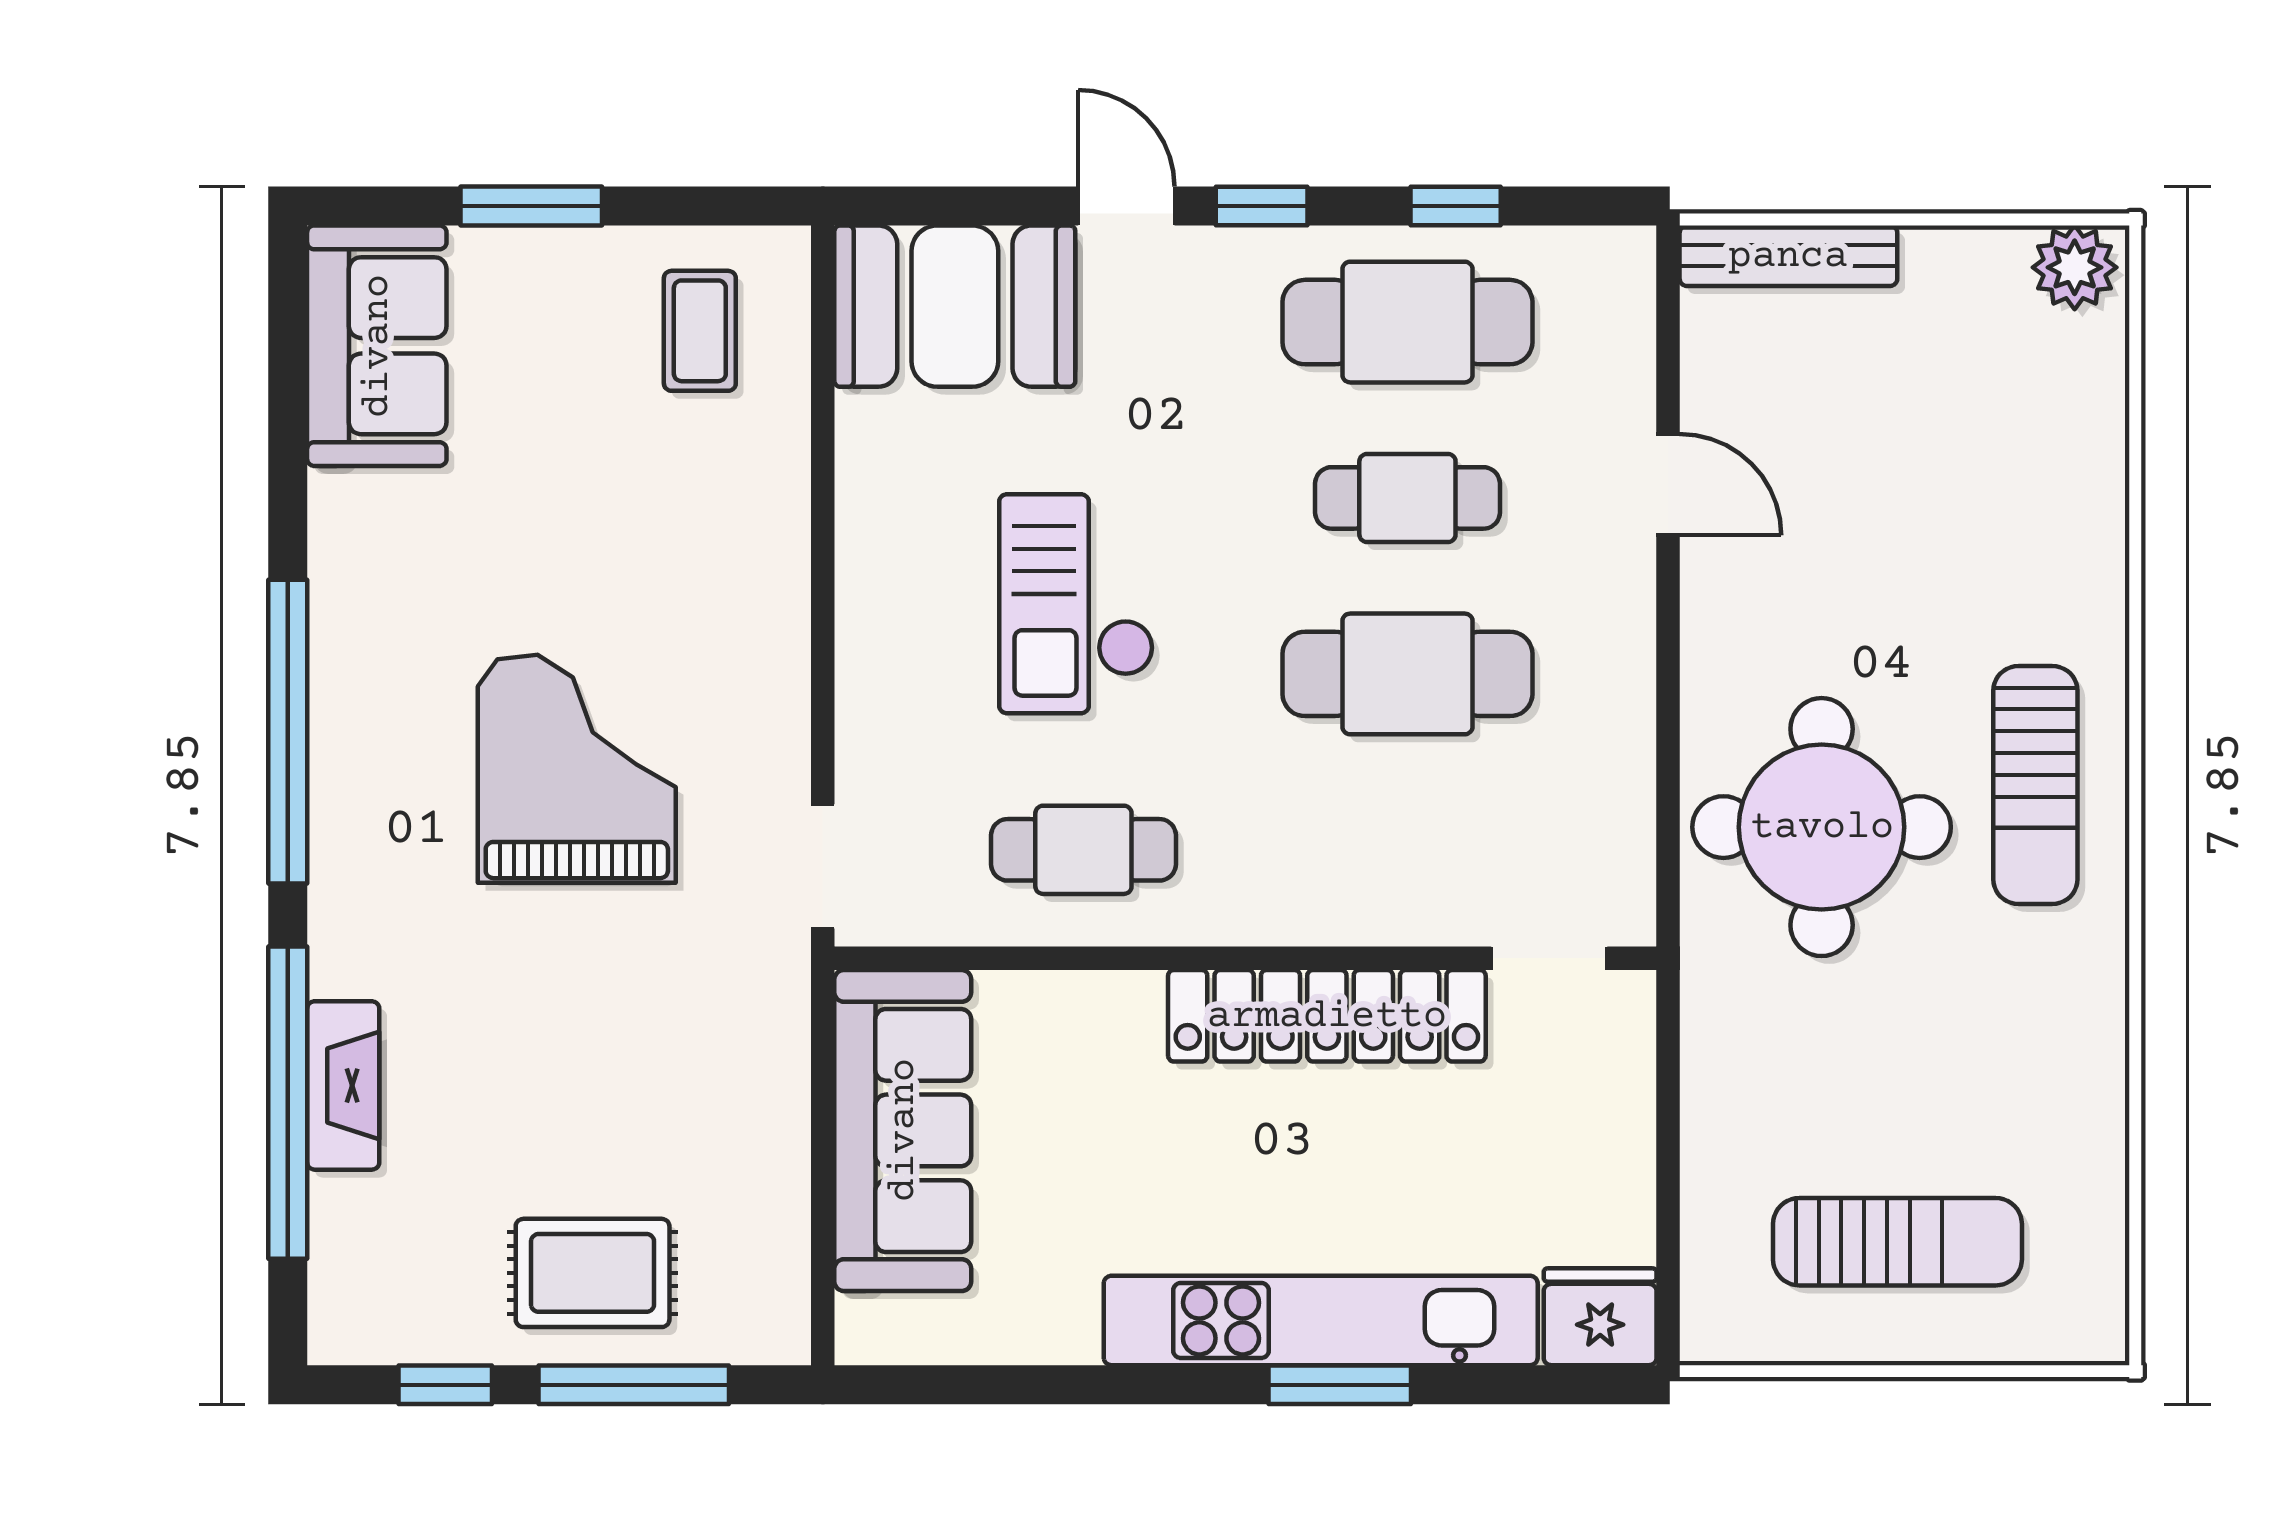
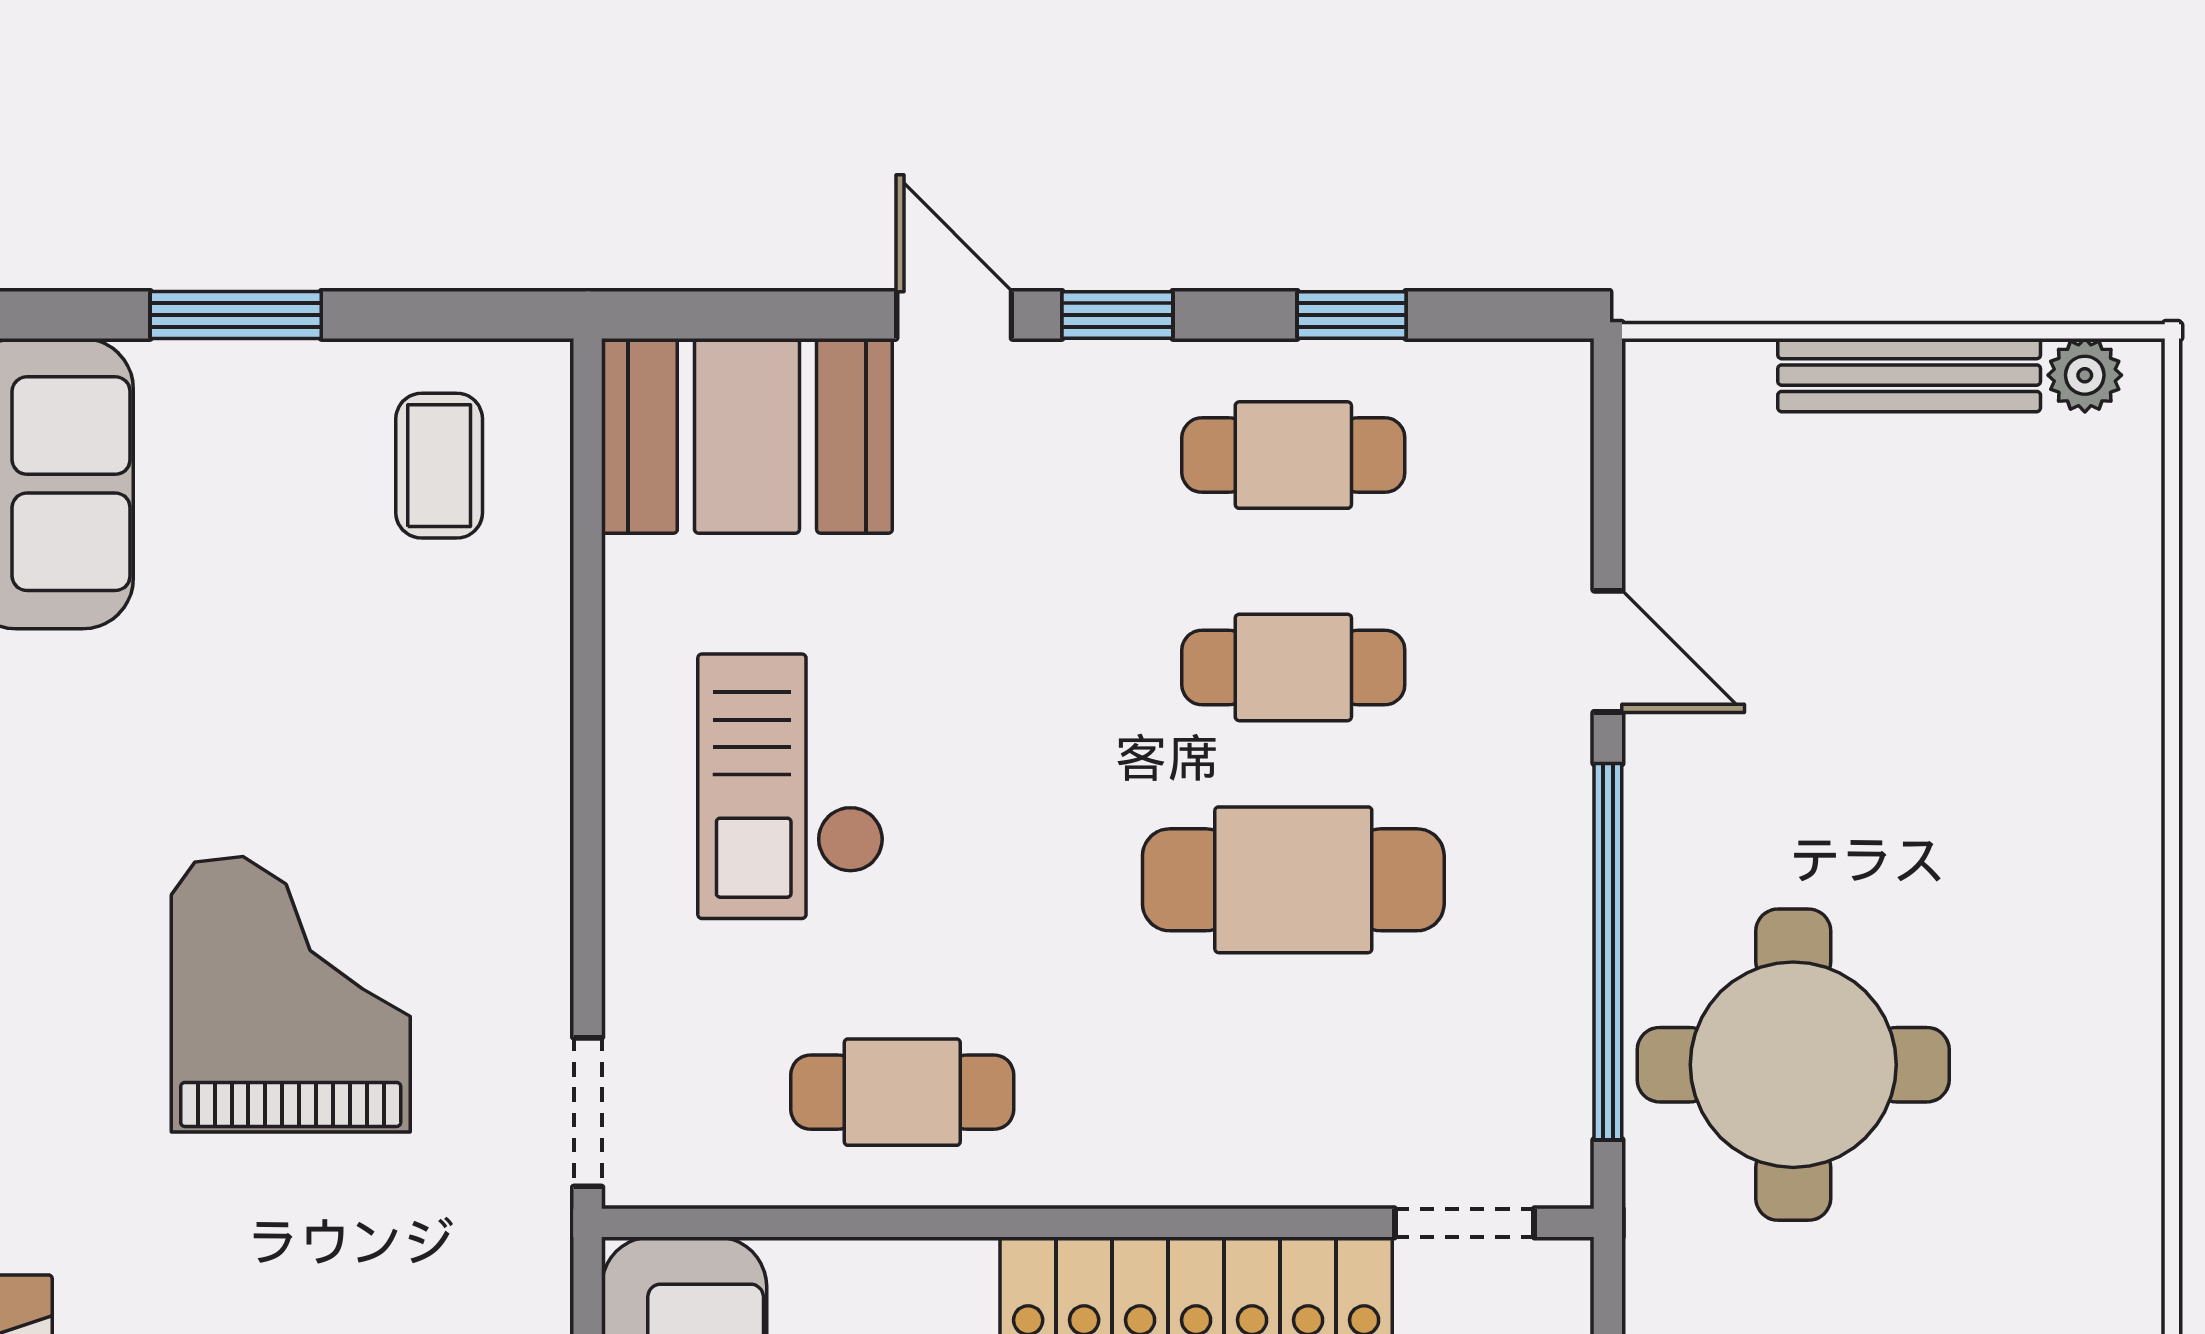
bench: (1788, 256) -> (1909, 375), moved
plant: (2075, 267) -> (2085, 375), width x0.73, depth x0.73
cafe table: (1407, 322) -> (1293, 455), width x0.73, depth x0.74
checkout: (1076, 604) -> (791, 786), moved
window: (1668, 733) -> (1608, 952), added
sun lounger: (2035, 785) -> (2051, 1014), removed

